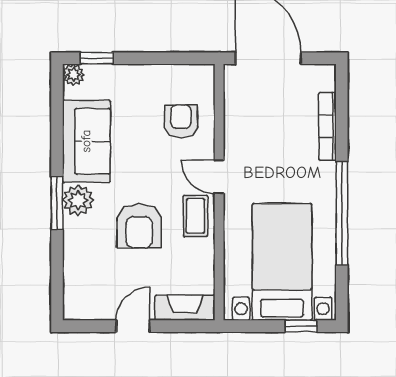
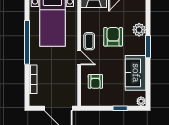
window: (97, 58) -> (120, 108), moved
plant: (78, 200) -> (139, 30), moved

